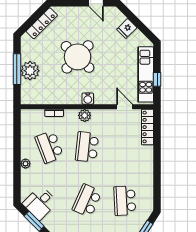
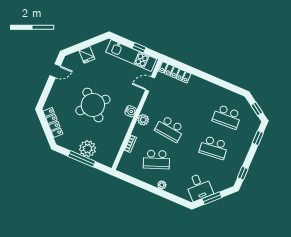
school desk: (87, 201) -> (214, 148), turned -30

